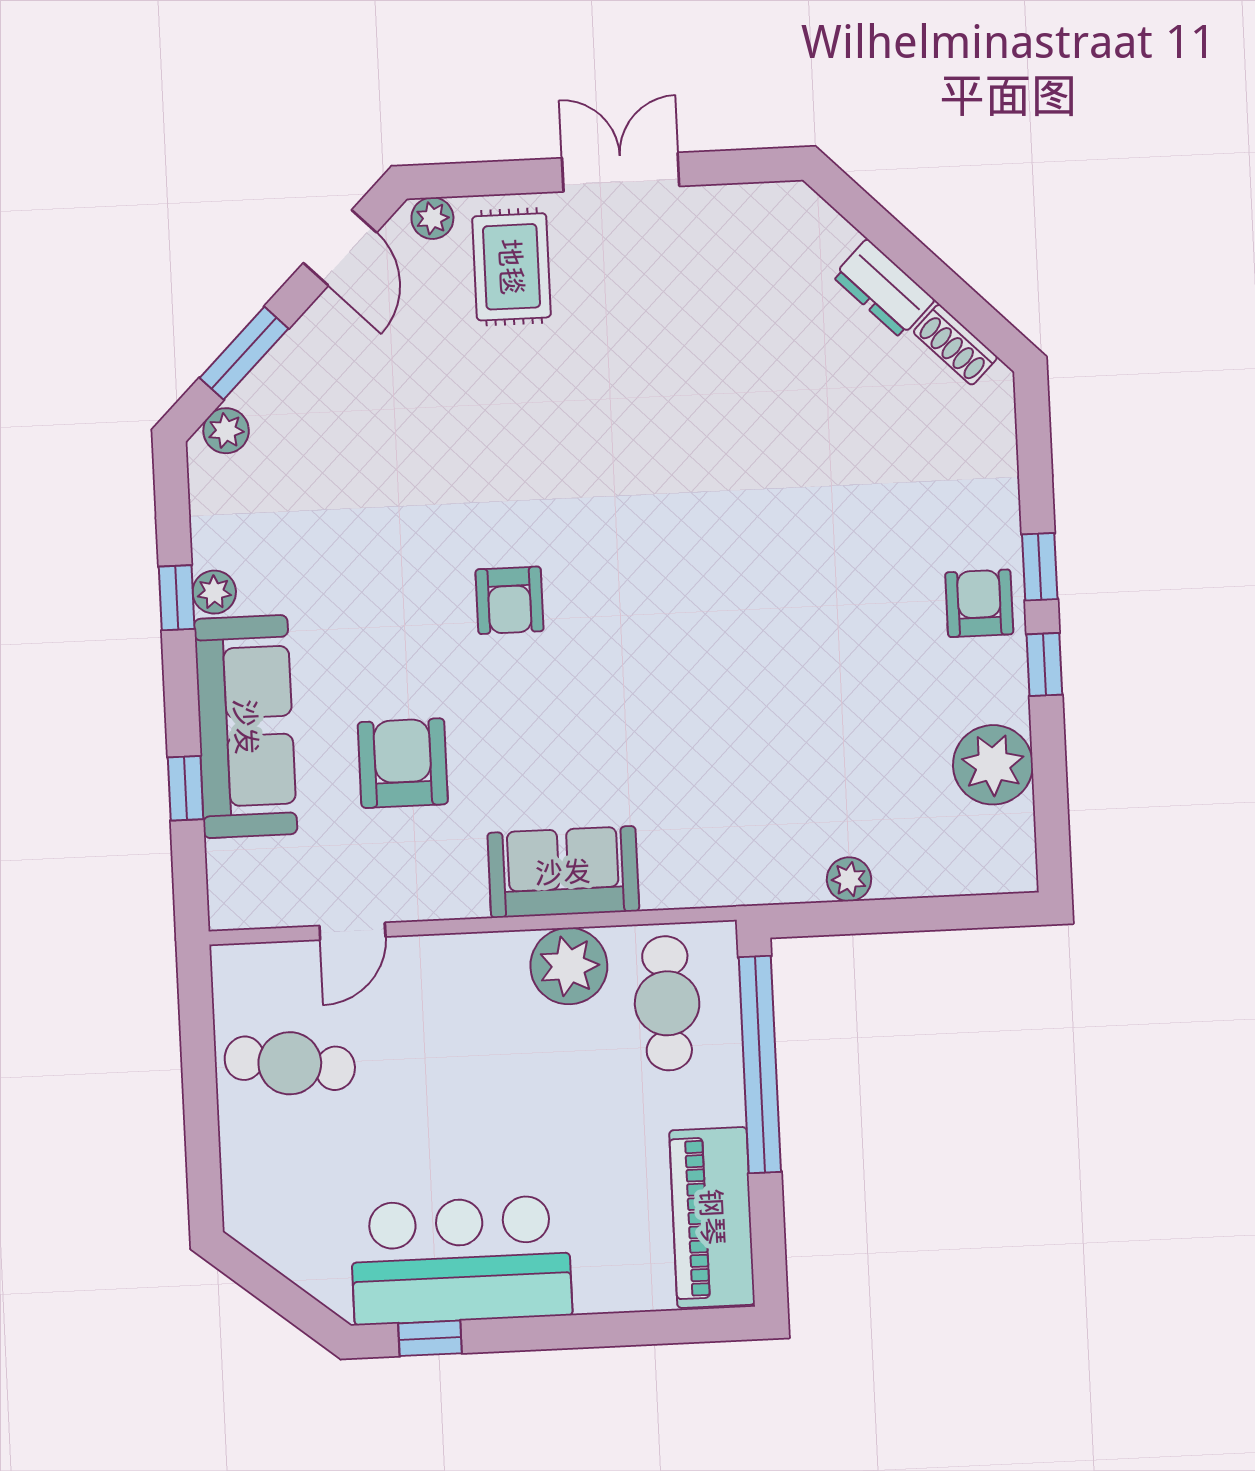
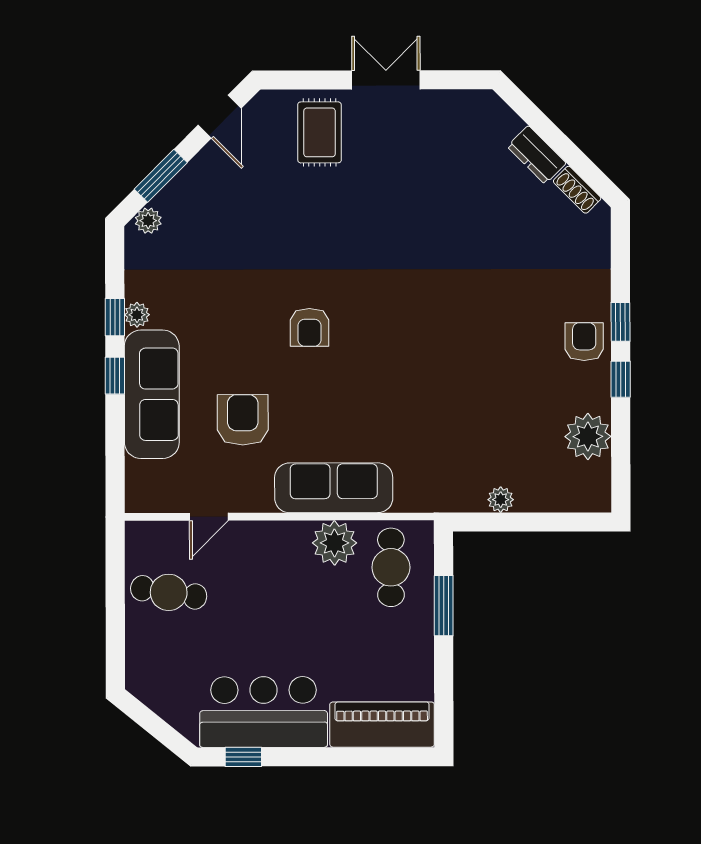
plant: (432, 218) -> (275, 102), removed
window: (186, 788) -> (115, 376), moved
sofa: (563, 872) -> (334, 488), width x1.36
window: (760, 1065) -> (444, 606), width x0.47
piano: (712, 1217) -> (382, 725), moved, turned 90

